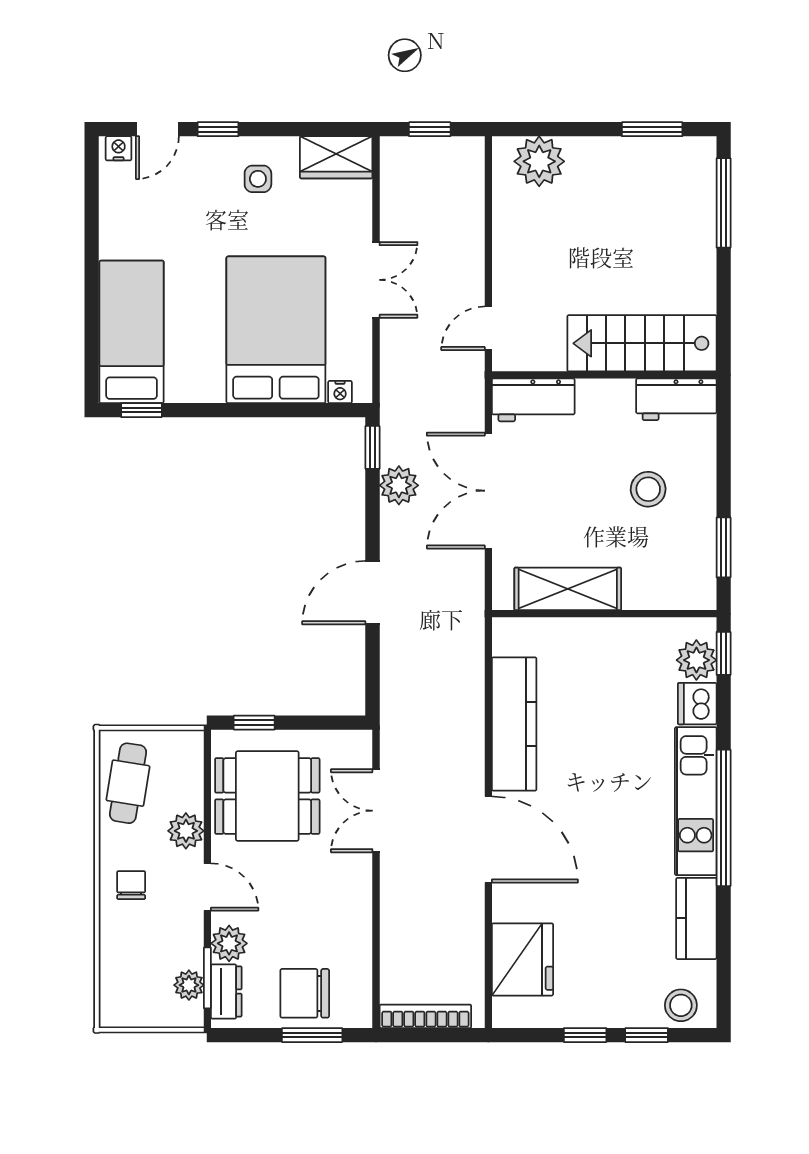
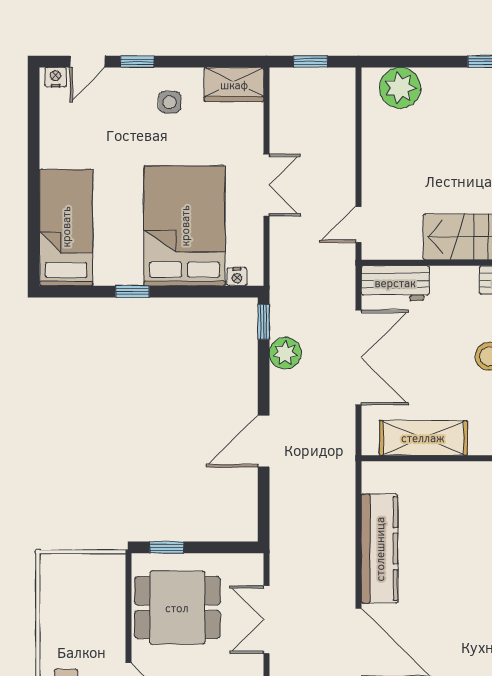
window: (141, 410) -> (132, 292), moved
double door: (488, 491) -> (358, 357), swing flipped
cafe table: (128, 783) -> (63, 597), removed
plant: (186, 831) -> (111, 636), removed

